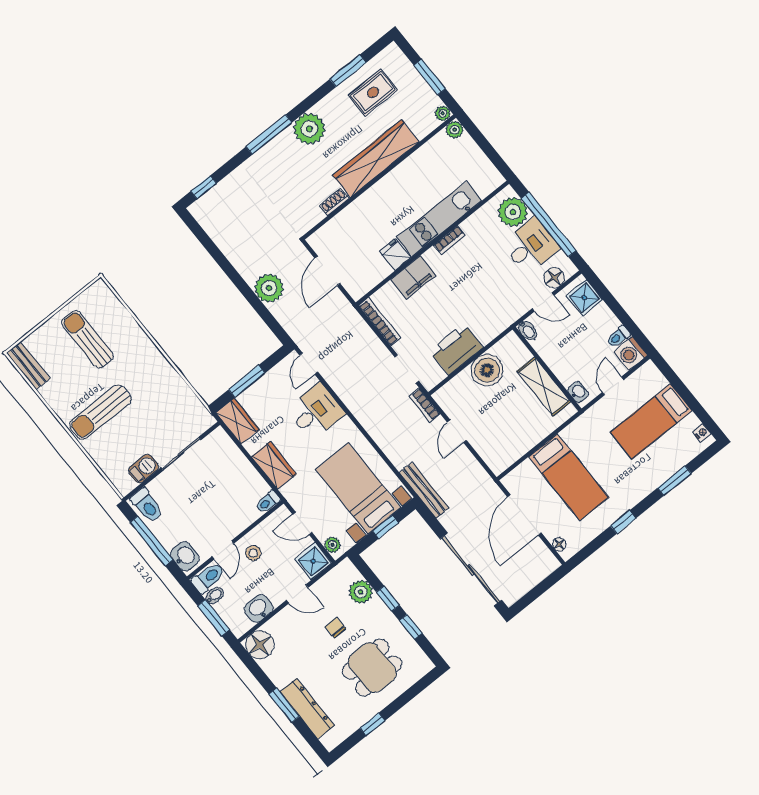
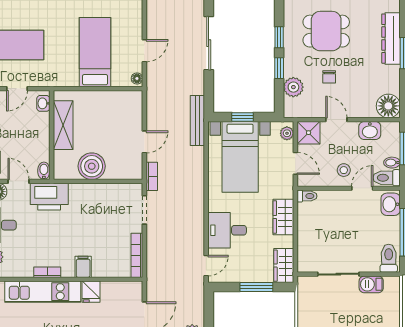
filing cabinet: (413, 278) -> (83, 267), width x0.50
printer: (456, 349) -> (49, 197), moved
door: (524, 515) -> (144, 51), width x0.53
floor lamp: (559, 544) -> (137, 78), moved
sliding door: (471, 569) -> (209, 43), width x0.73

